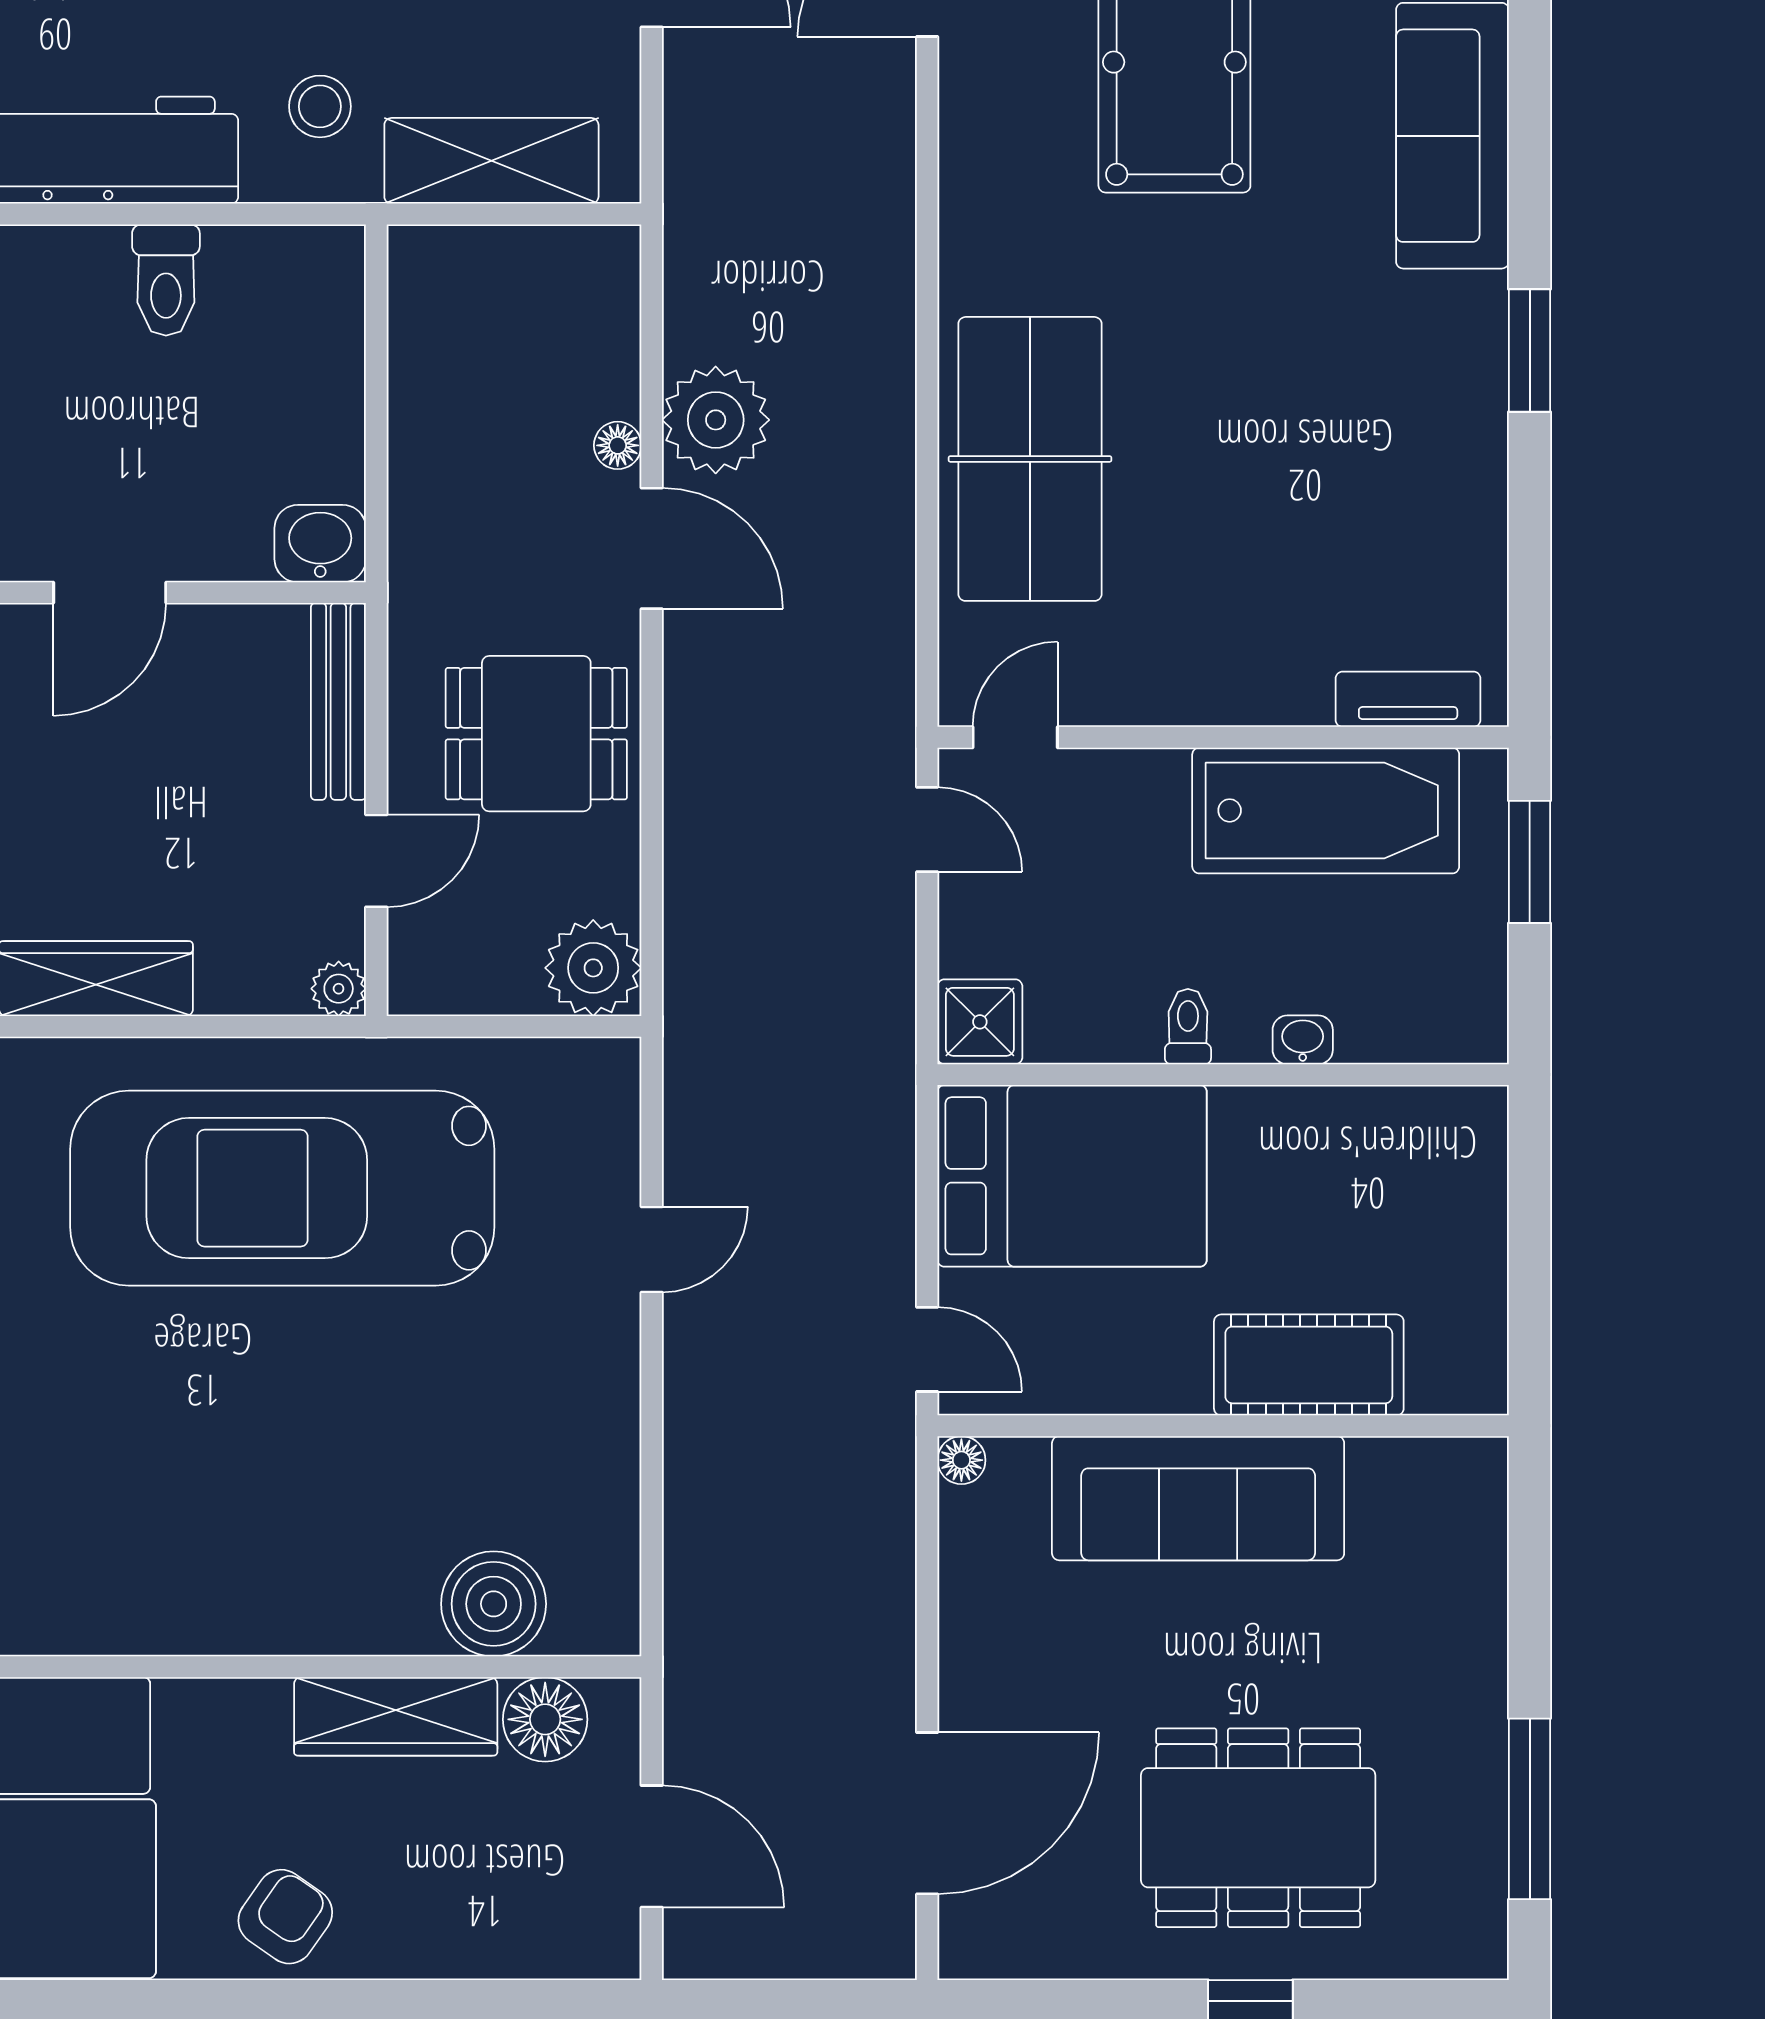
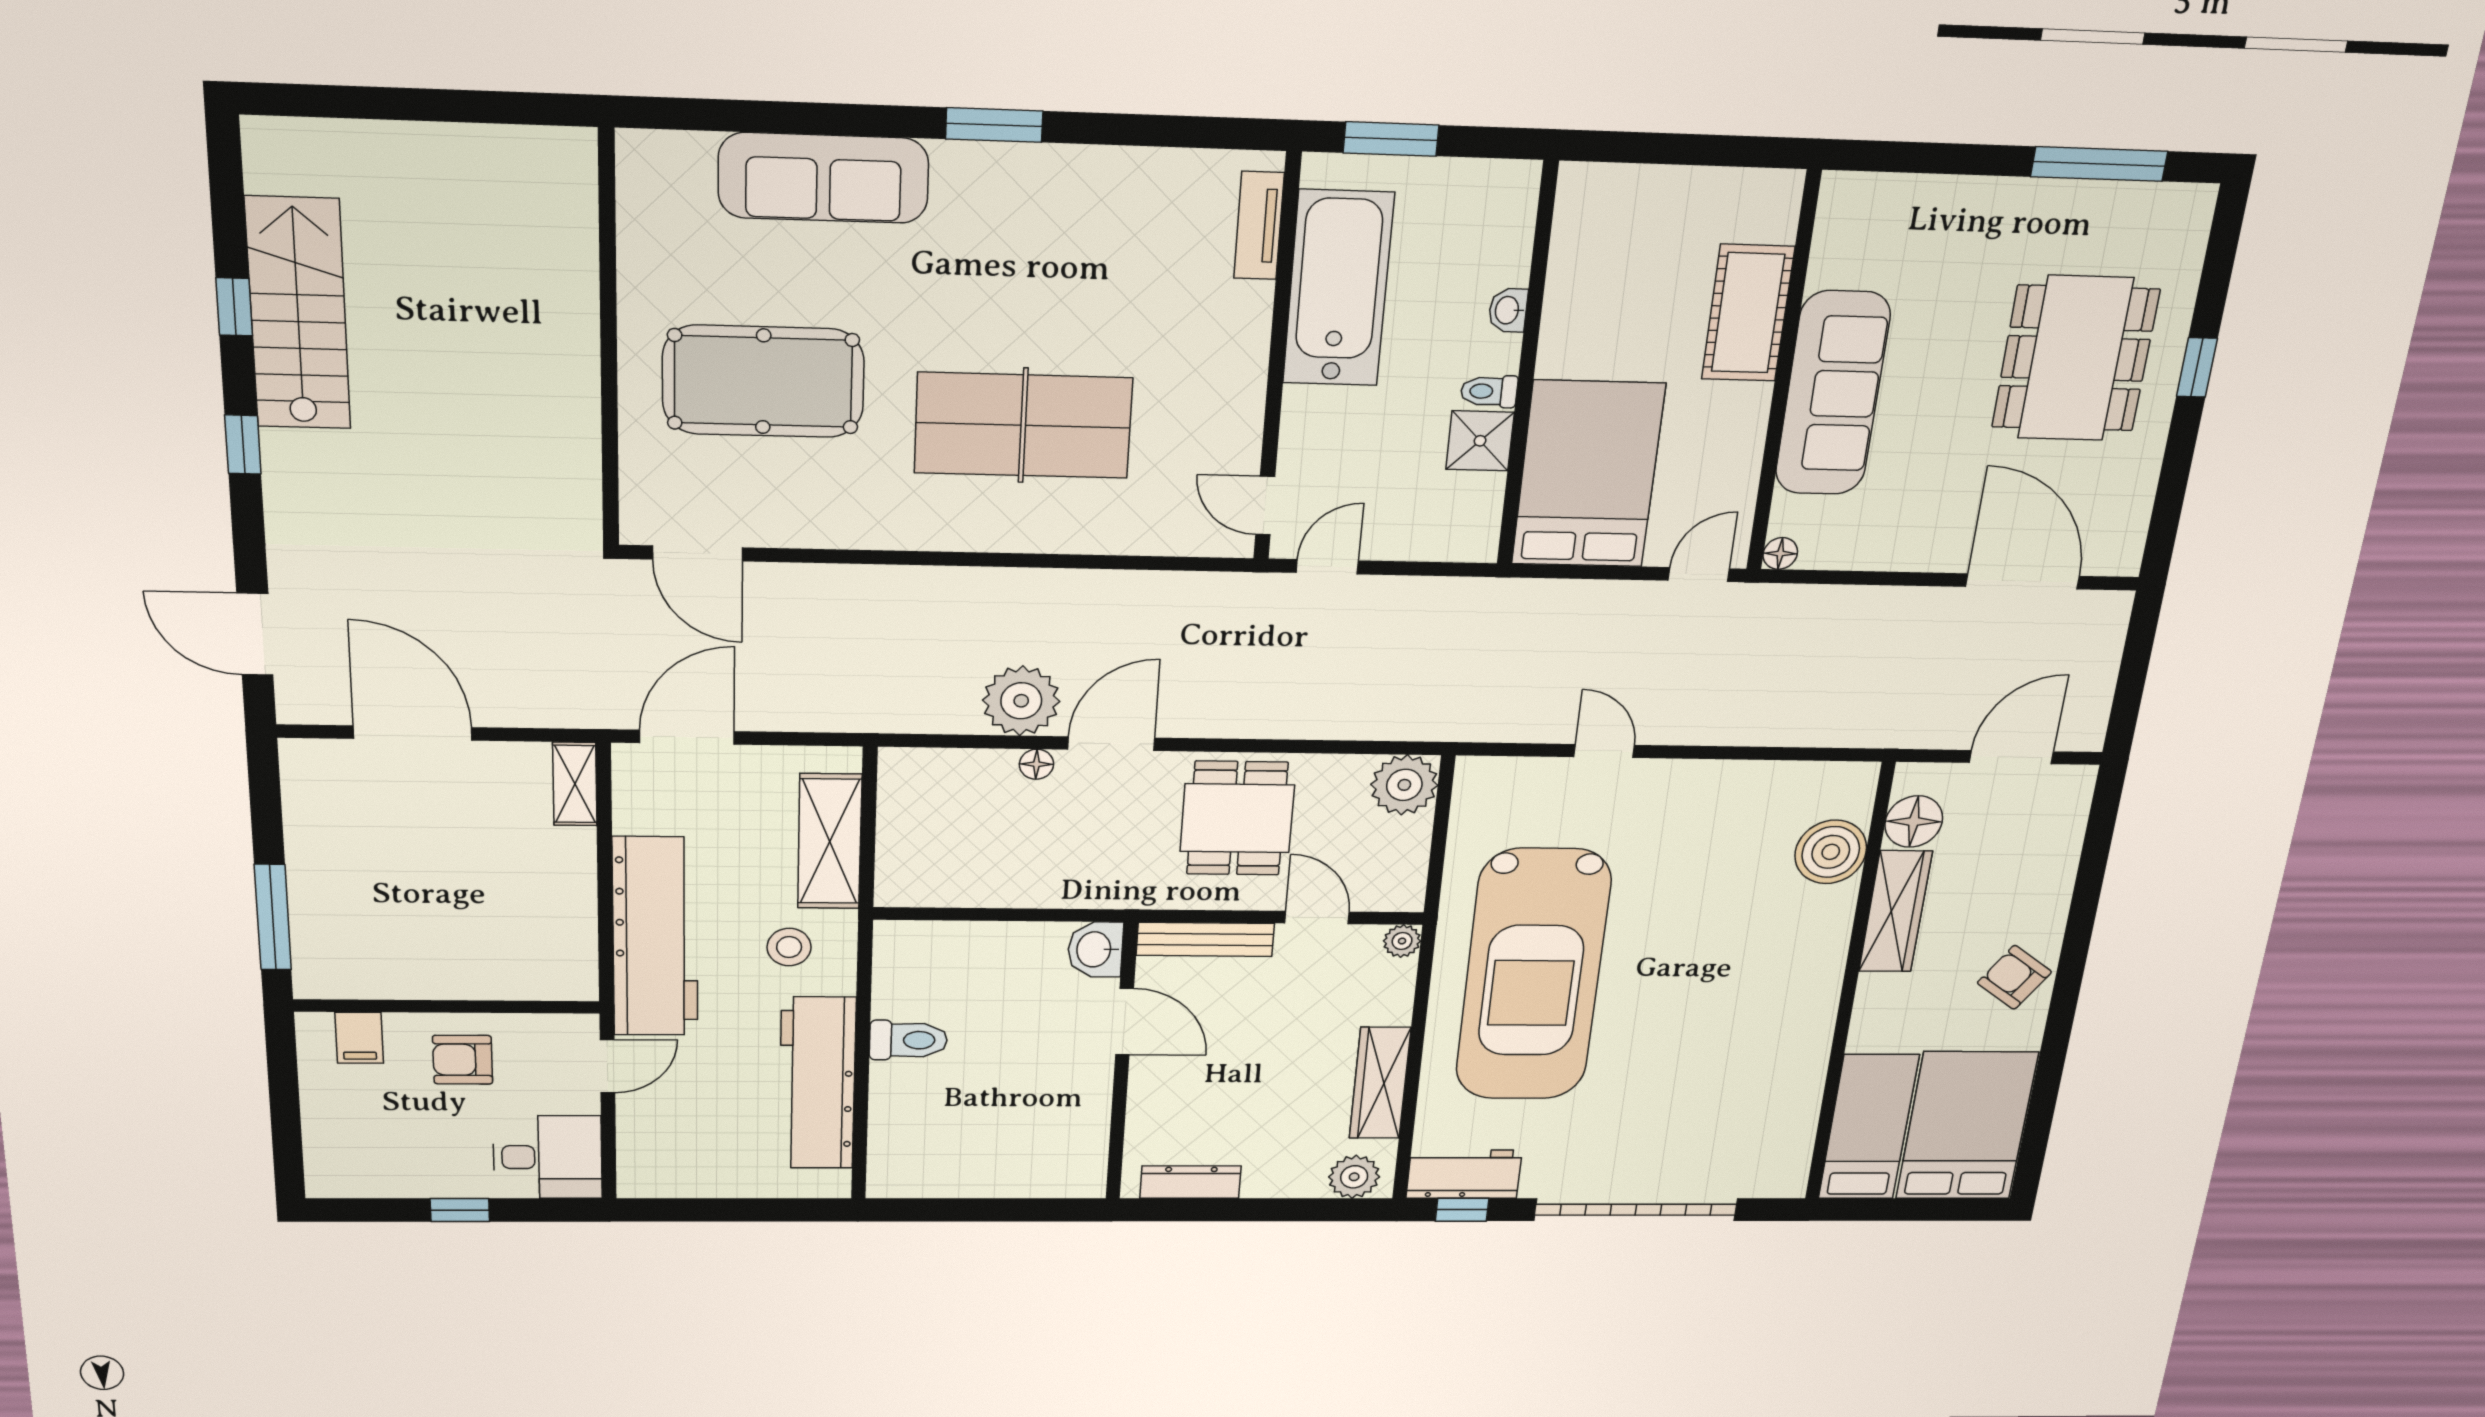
table tennis table: (1030, 459) -> (1023, 425), moved
door: (110, 593) -> (1125, 1022), moved
shower: (980, 1022) -> (1480, 441), moved

